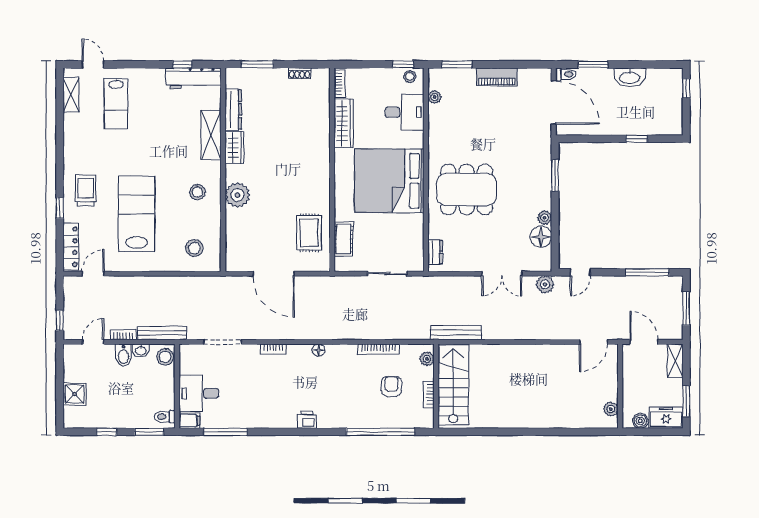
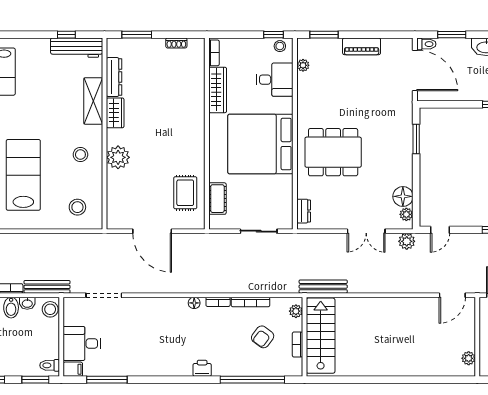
plant: (545, 218) -> (406, 214), moved
bookcase: (273, 349) -> (218, 302), moved
armchair: (391, 386) -> (263, 337), turned -143
printer: (307, 420) -> (202, 368), moved

